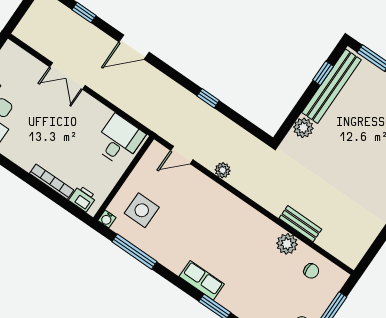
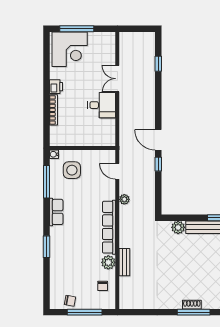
door: (134, 47) -> (158, 140), moved
desk: (119, 140) -> (102, 105), moved
printer: (83, 199) -> (56, 87), moved
row of seats: (244, 213) -> (109, 227), added
row of seats: (202, 280) -> (56, 212), moved

